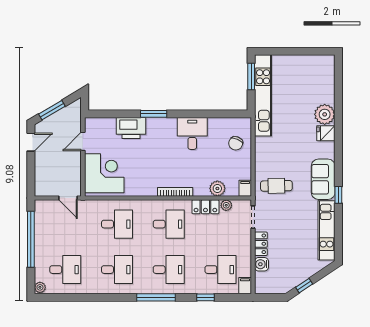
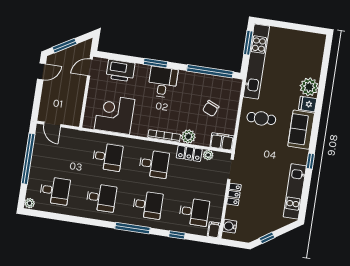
window: (214, 114) -> (210, 71), added
printer: (131, 128) -> (120, 71), moved
desk: (192, 133) -> (163, 82), moved
door: (83, 141) -> (90, 68), moved
chair: (236, 143) -> (211, 108), moved
corner desk: (104, 173) -> (114, 114), moved, turned -90
sofa: (323, 179) -> (301, 130), moved
cafe table: (276, 186) -> (261, 118), moved
filing cabinet: (245, 188) -> (222, 141), width x2.00
plant: (217, 189) -> (188, 137), moved
door: (68, 198) -> (52, 124), moved
water cooler: (261, 264) -> (230, 226), moved

